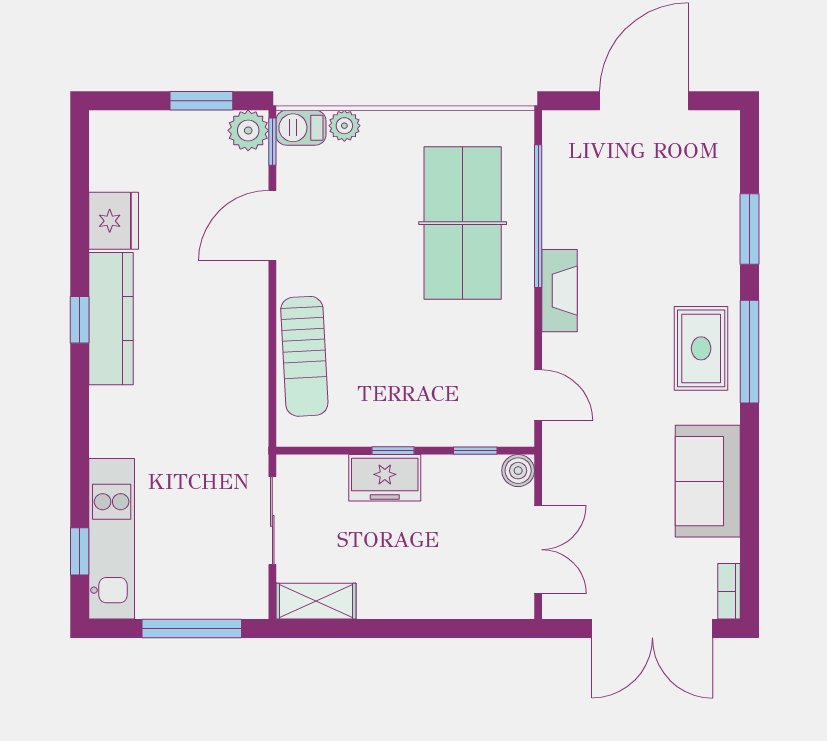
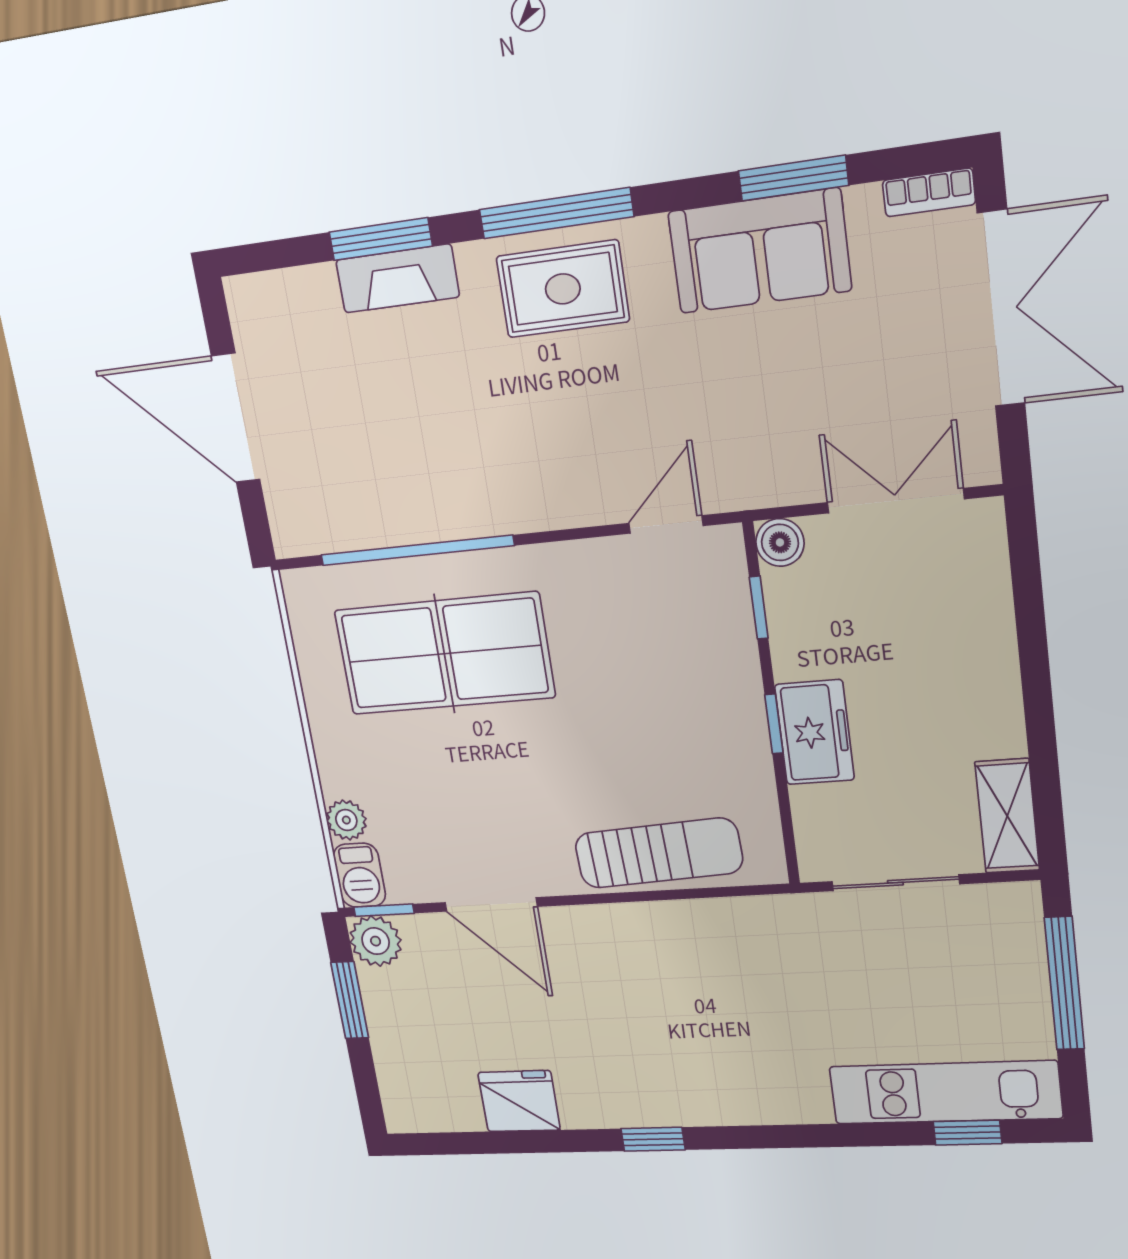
fireplace: (559, 291) -> (398, 279), moved, turned 180
kitchen counter: (111, 319) -> (646, 1101), removed
window: (750, 508) -> (793, 178), added

